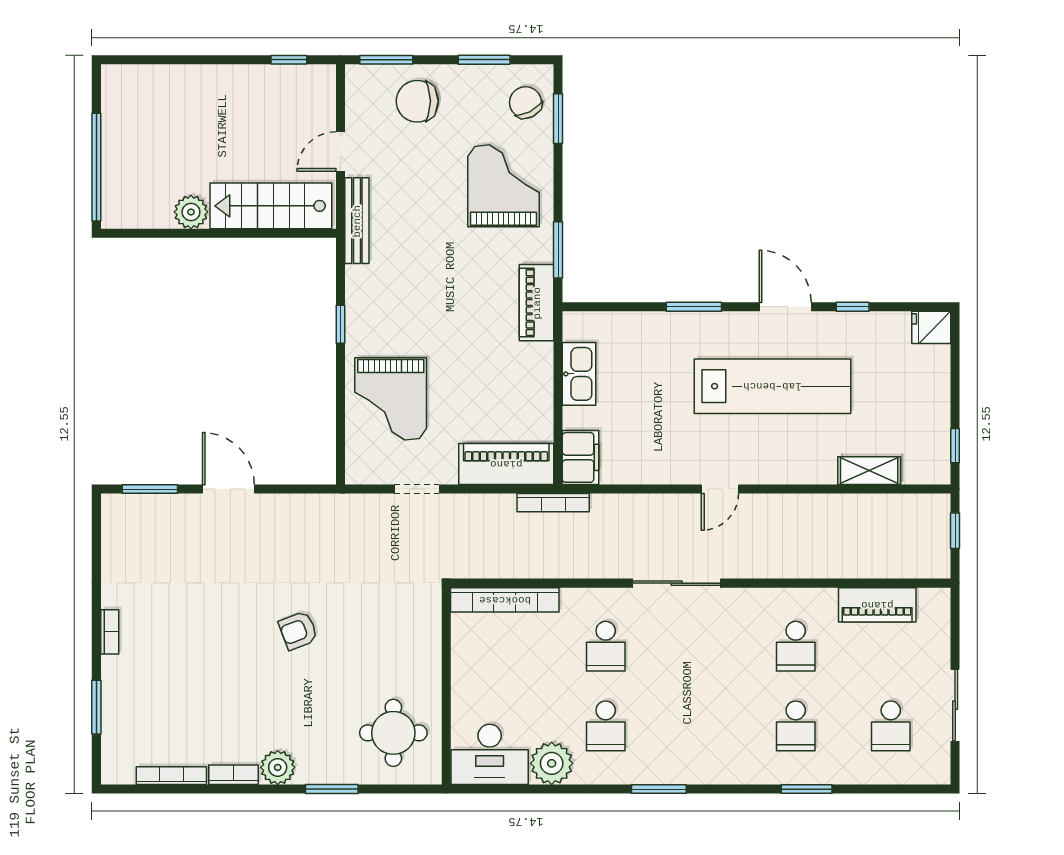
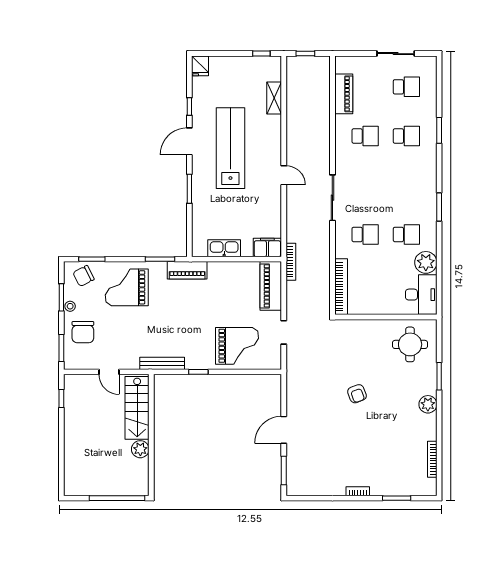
stool: (467, 76) -> (70, 306), added
bench: (357, 221) -> (162, 363), moved
bookcase: (233, 775) -> (432, 427), removed

